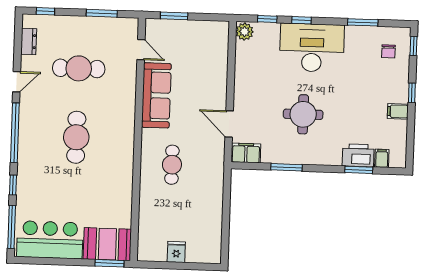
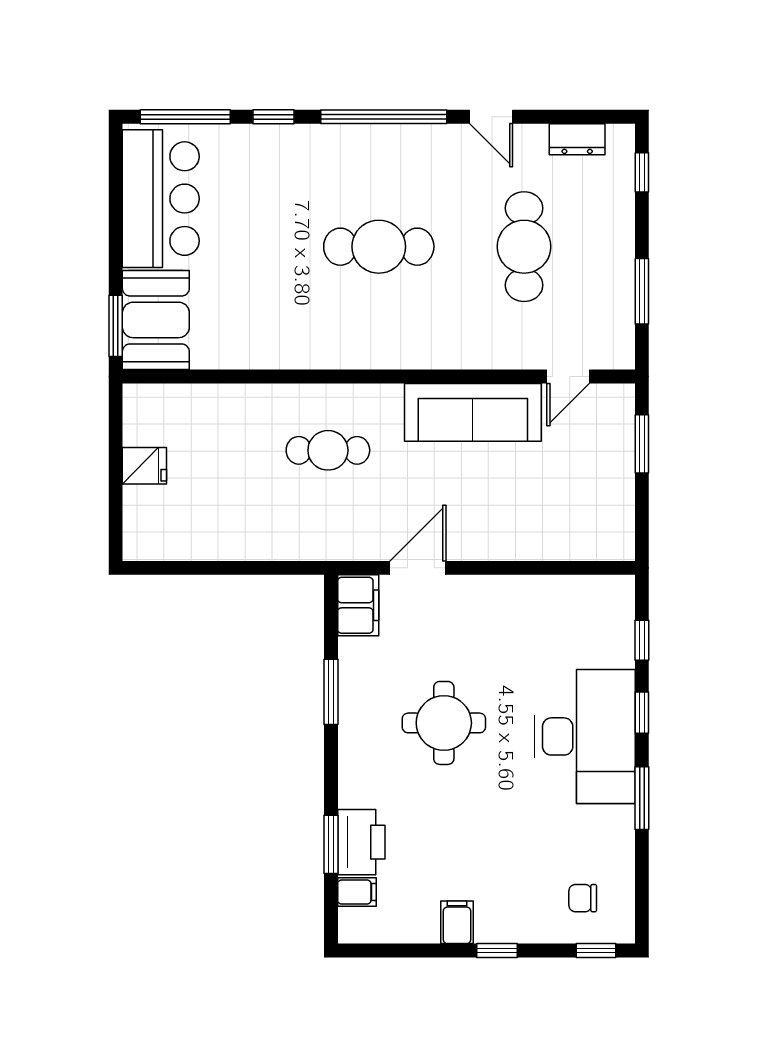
window: (363, 22) -> (642, 798), moved
plant: (245, 32) -> (614, 593), removed

